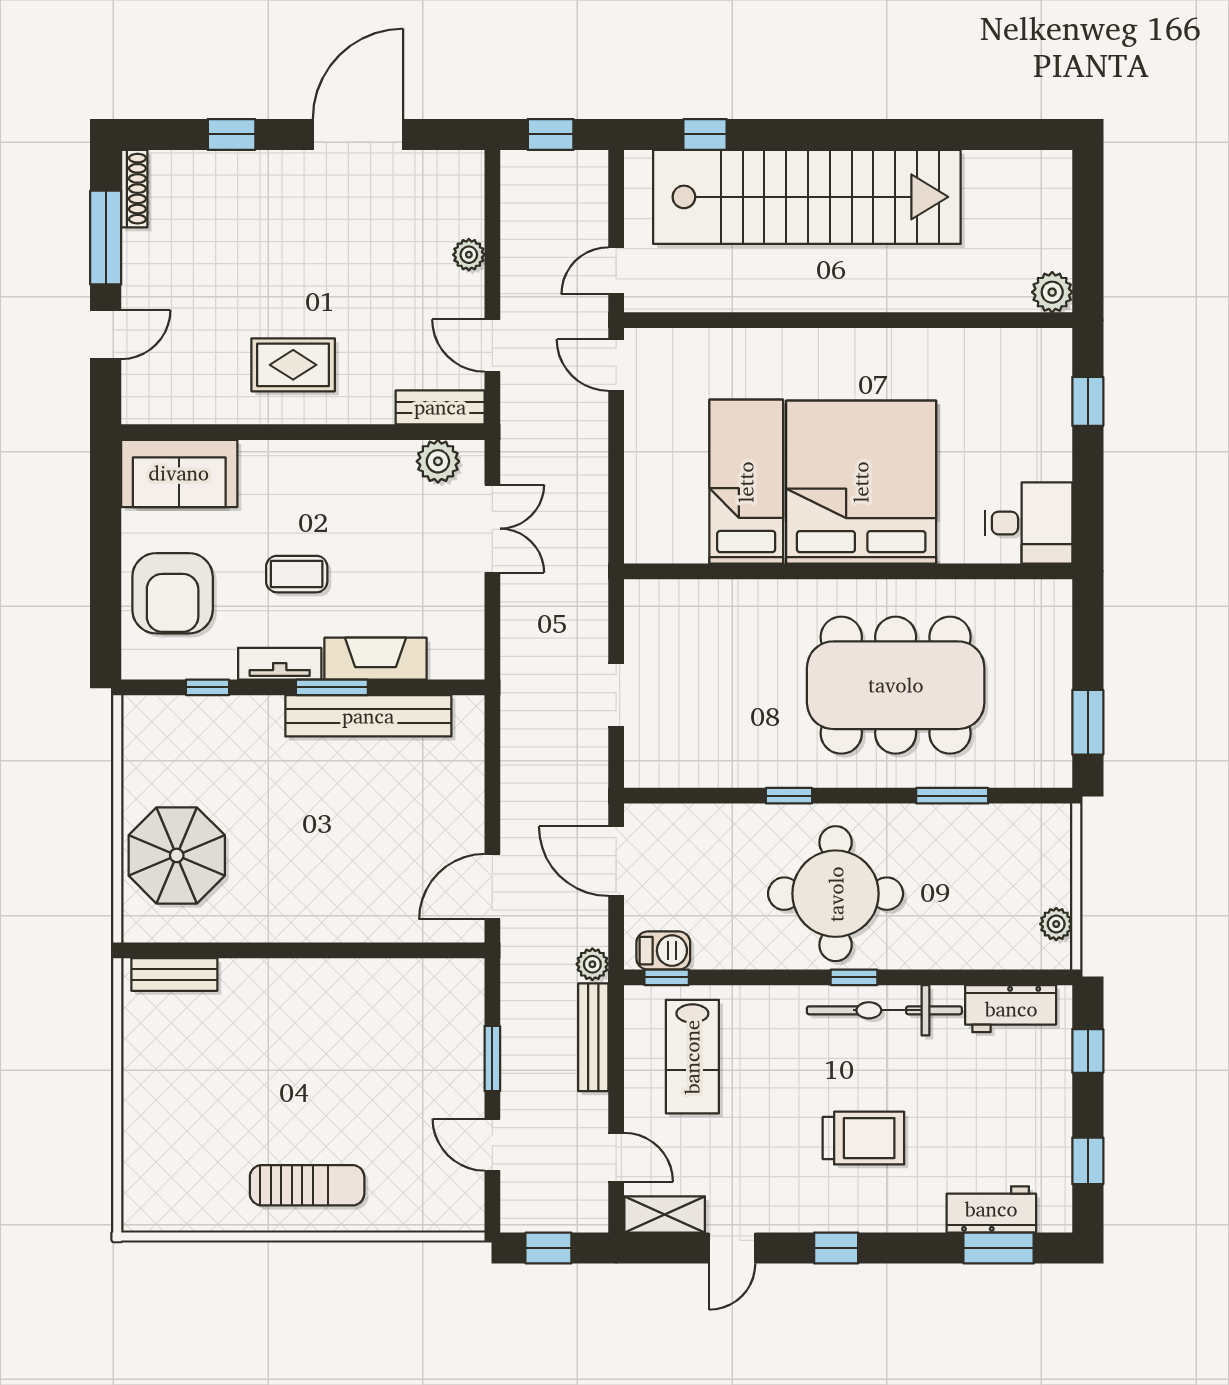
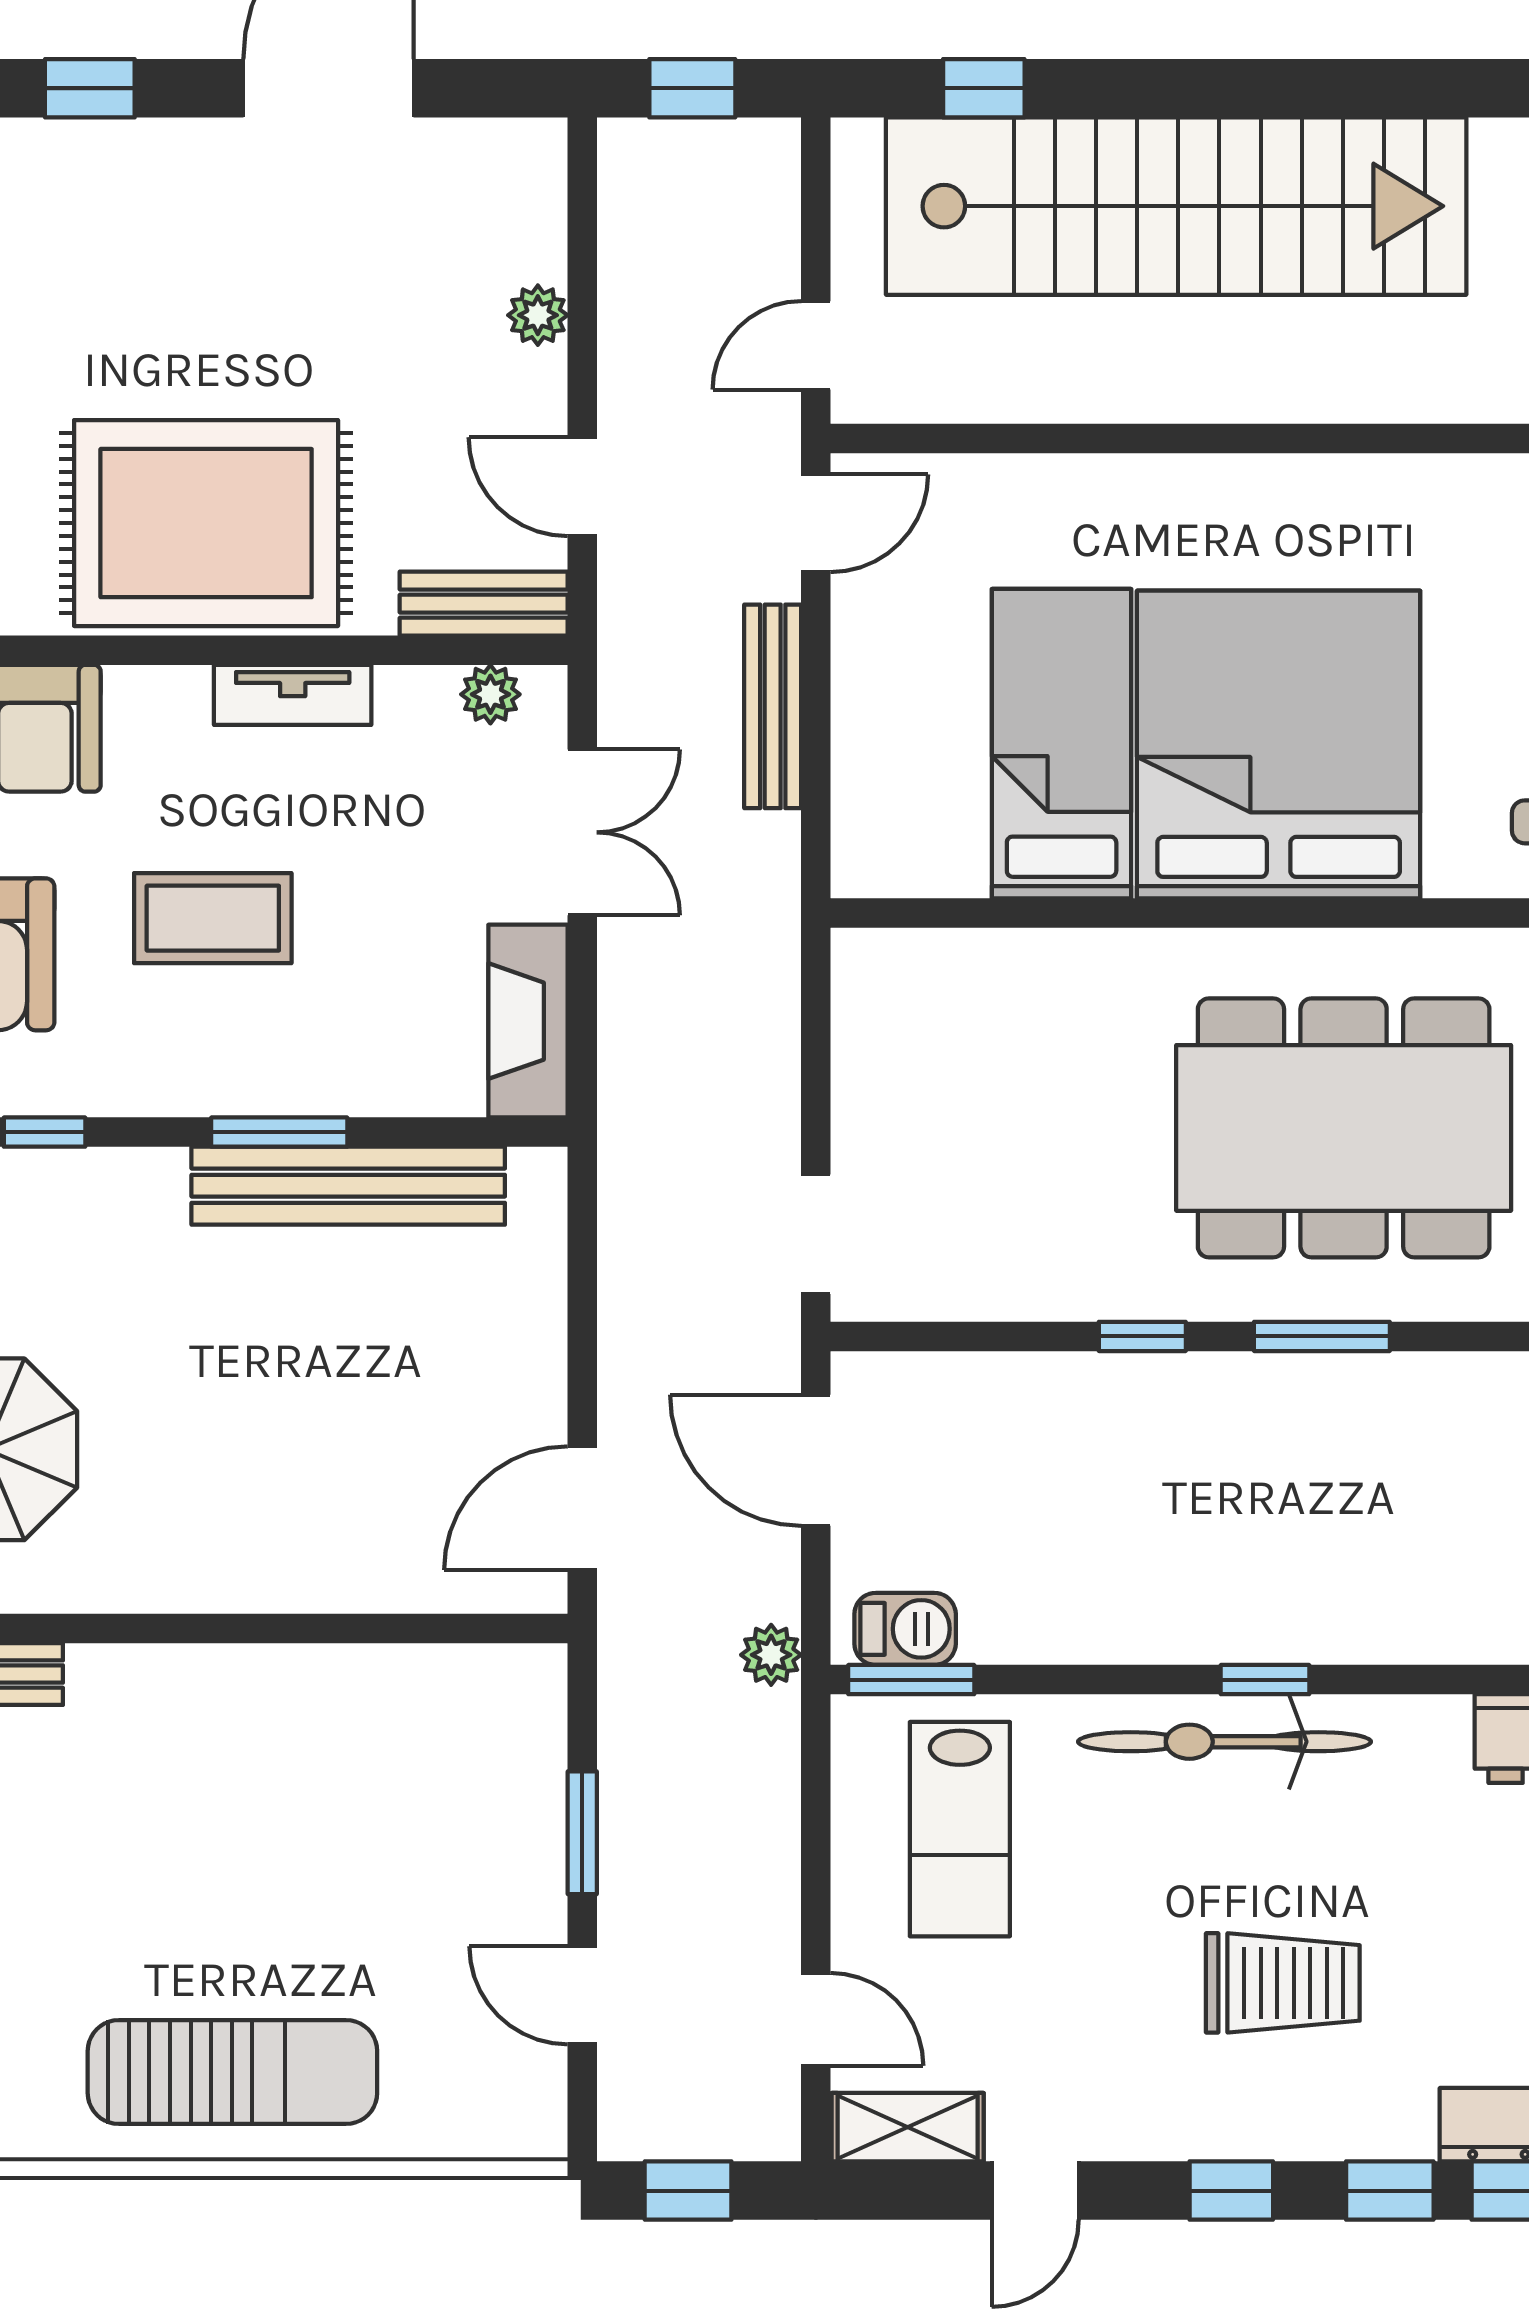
rug: (293, 365) -> (206, 523), width x1.86, depth x2.06
door: (616, 365) -> (816, 523), swing flipped
plant: (438, 461) -> (490, 694), width x0.73, depth x0.73
coffee table: (297, 574) -> (213, 918), width x1.36, depth x1.30
fireplace: (376, 659) -> (528, 1021), moved, turned -90
tv unit: (280, 664) -> (293, 695), moved, turned 180
doorway: (616, 695) -> (816, 1234), moved
window: (952, 796) -> (1322, 1336), moved
round table: (836, 894) -> (1230, 1521), removed
window: (667, 977) -> (911, 1680), width x1.50
bicycle: (884, 1010) -> (1224, 1742), moved
bench: (593, 1037) -> (773, 706), moved
sun lounger: (307, 1185) -> (232, 2072), width x1.36, depth x1.34
window: (920, 1248) -> (1390, 2191), added

